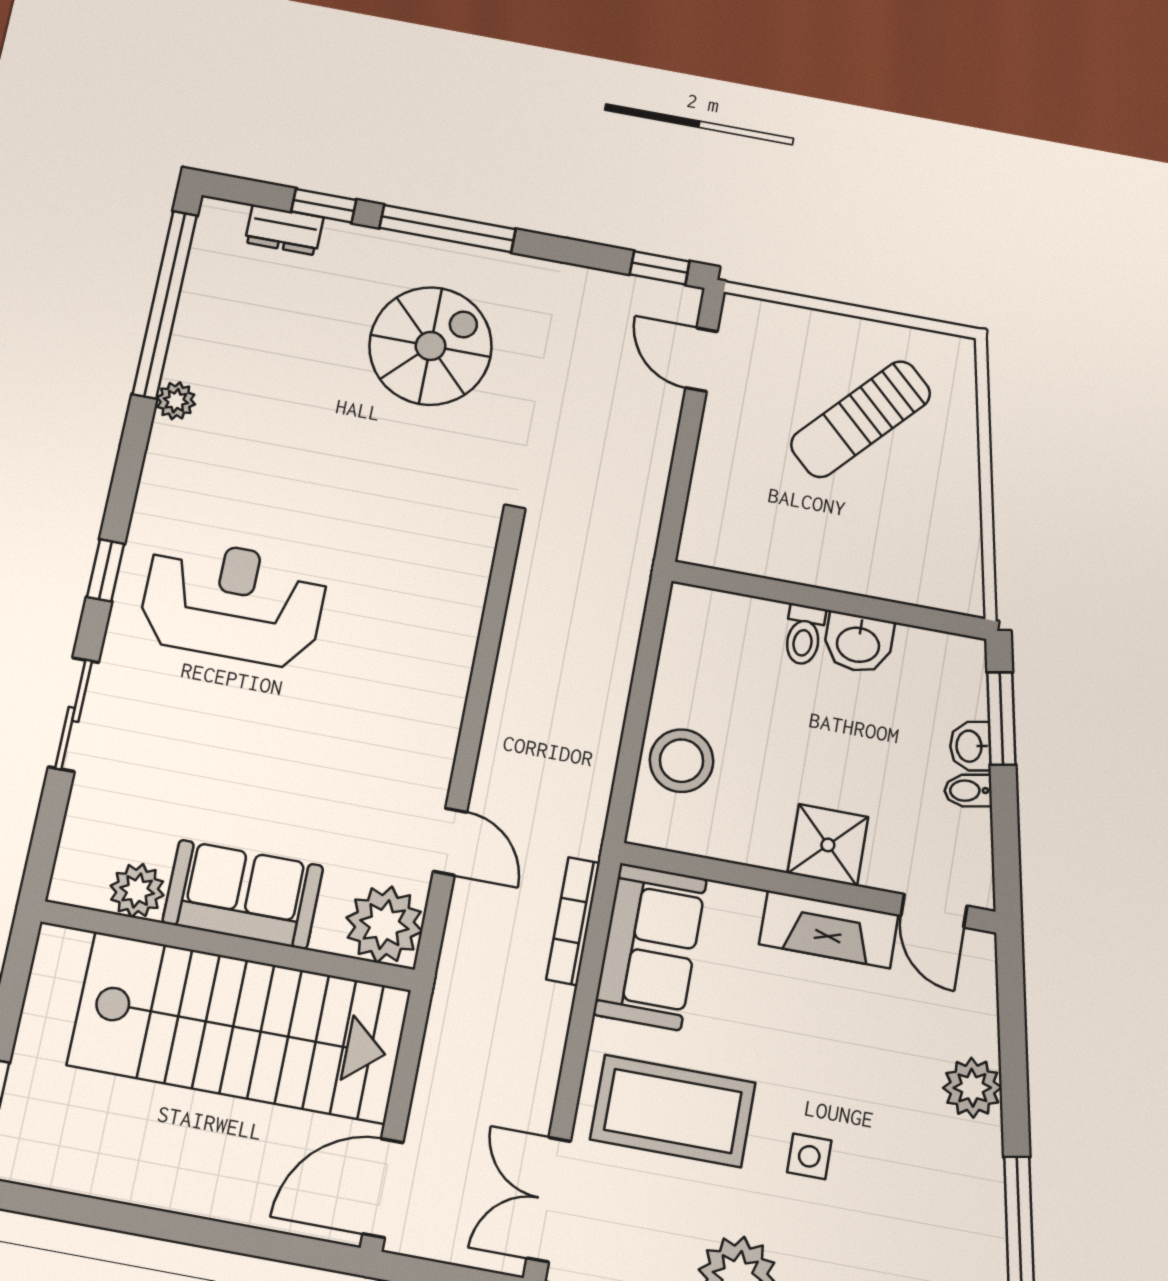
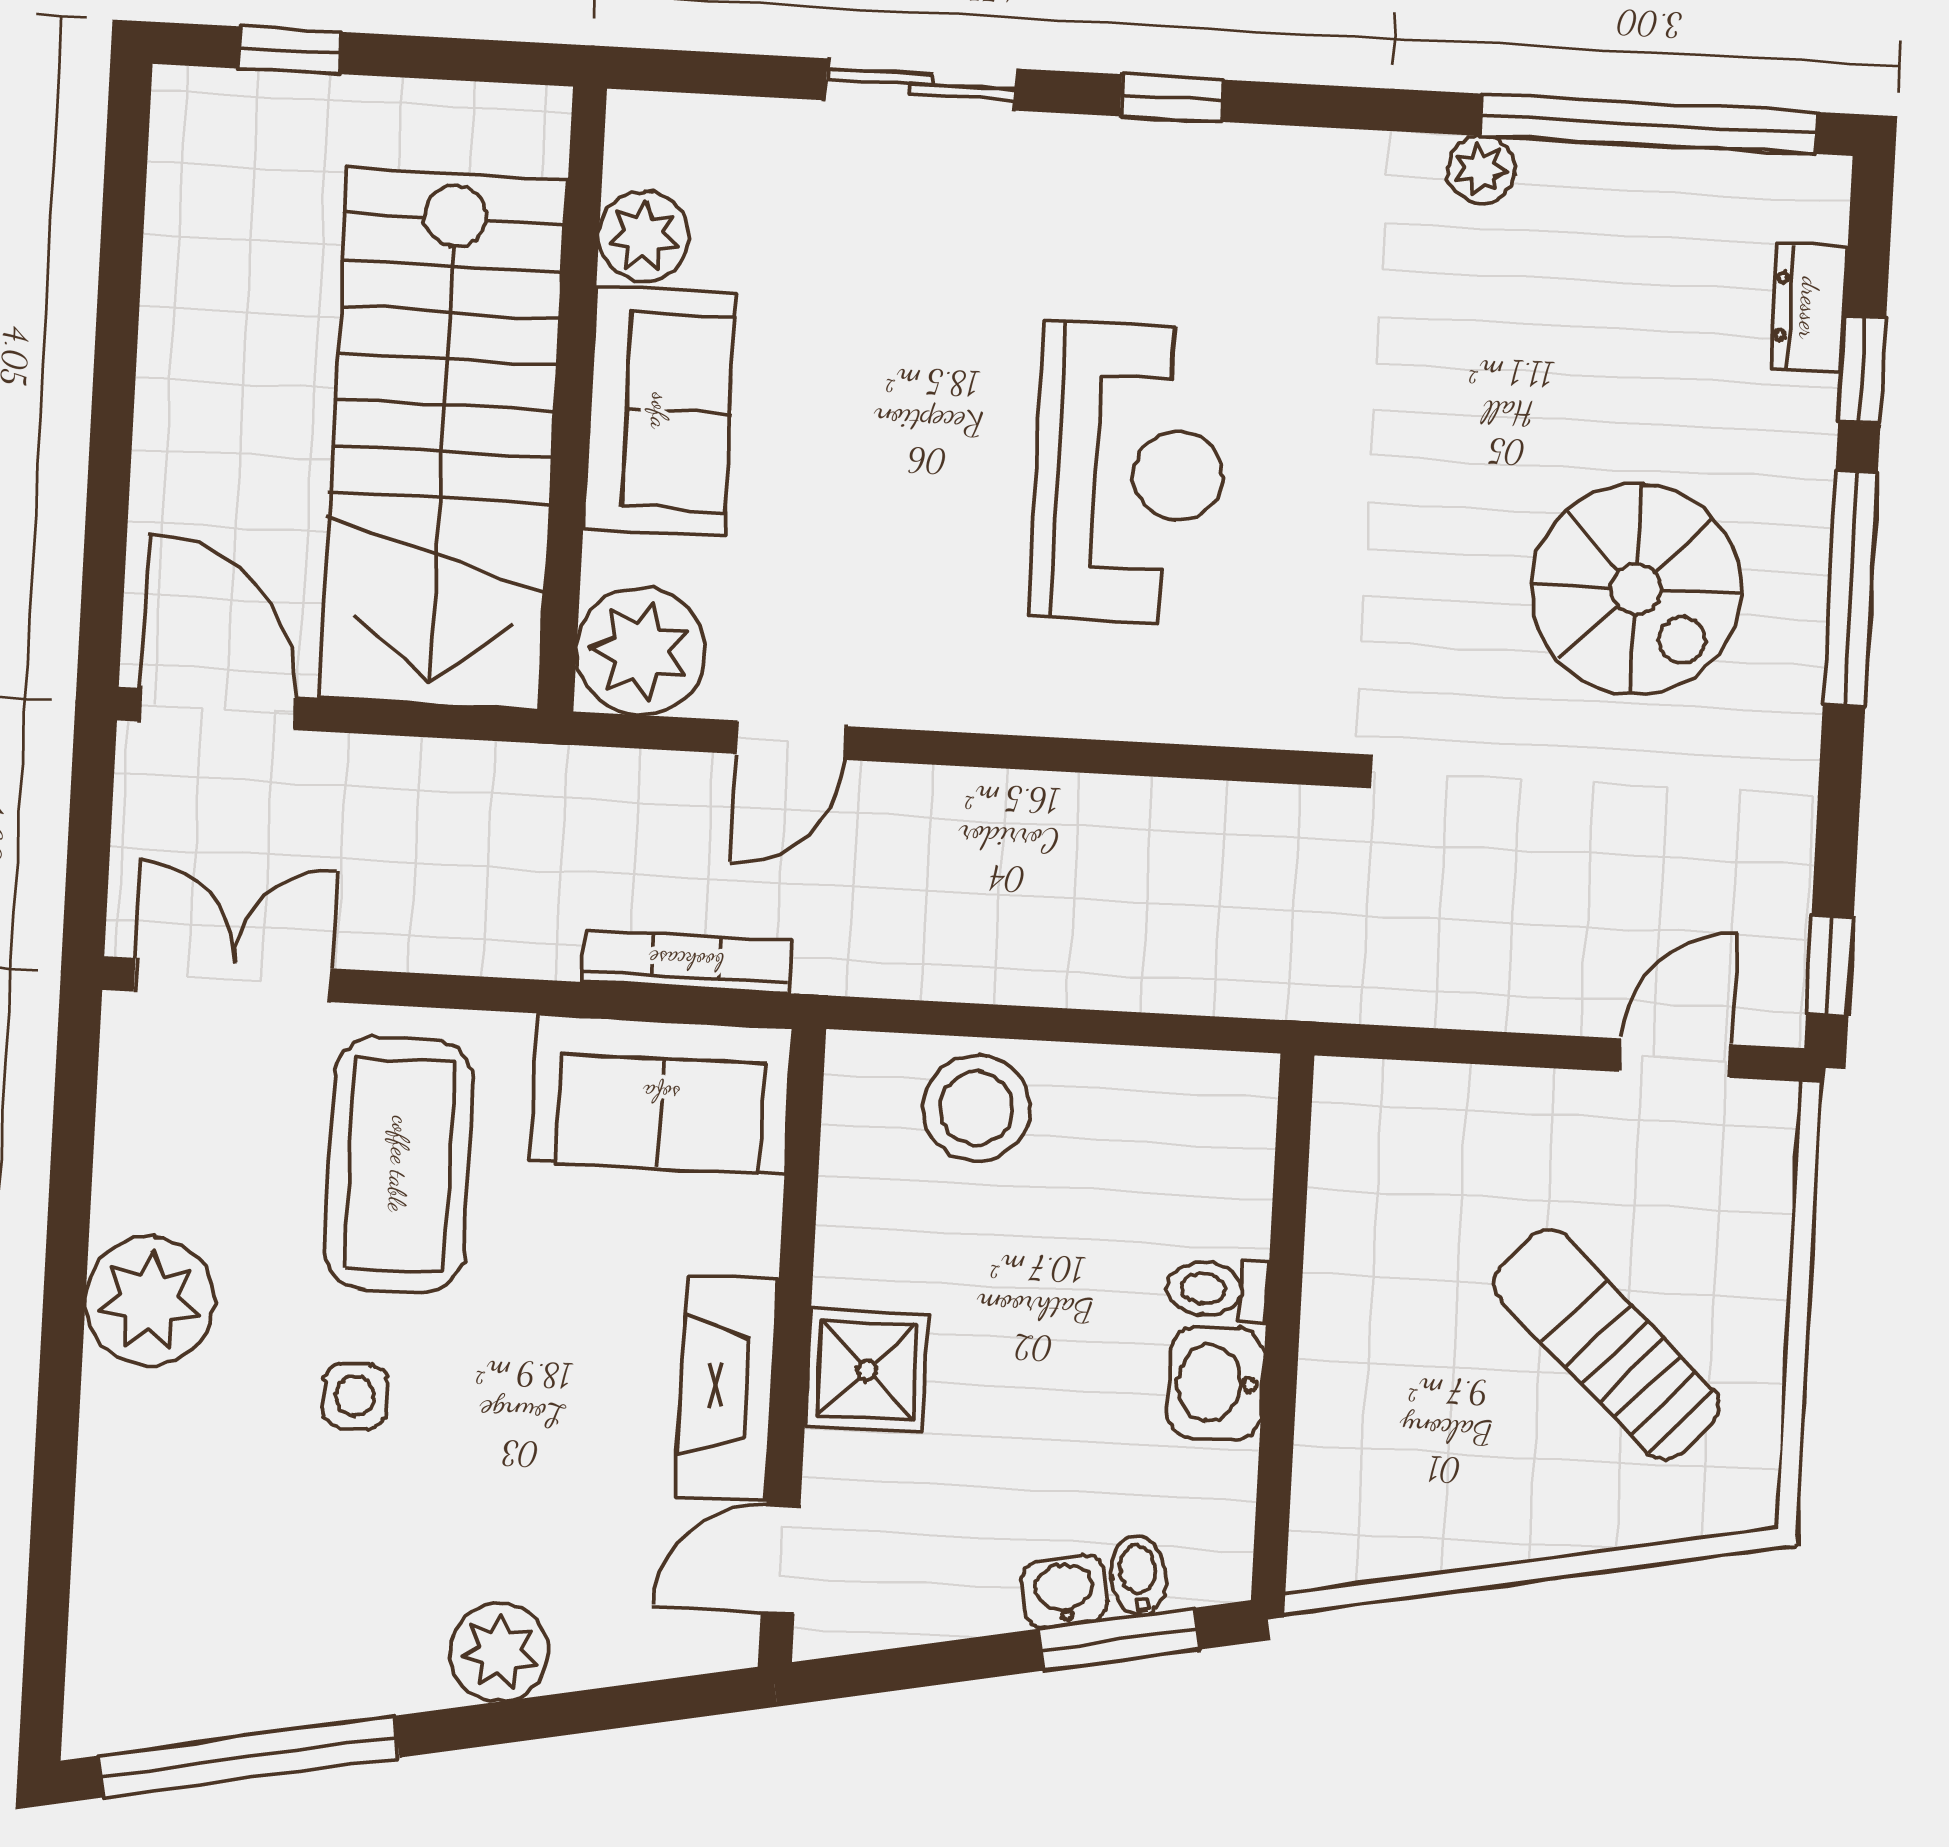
reception desk: (233, 602) -> (1130, 473), moved
bidet: (968, 791) -> (1138, 1575), moved

